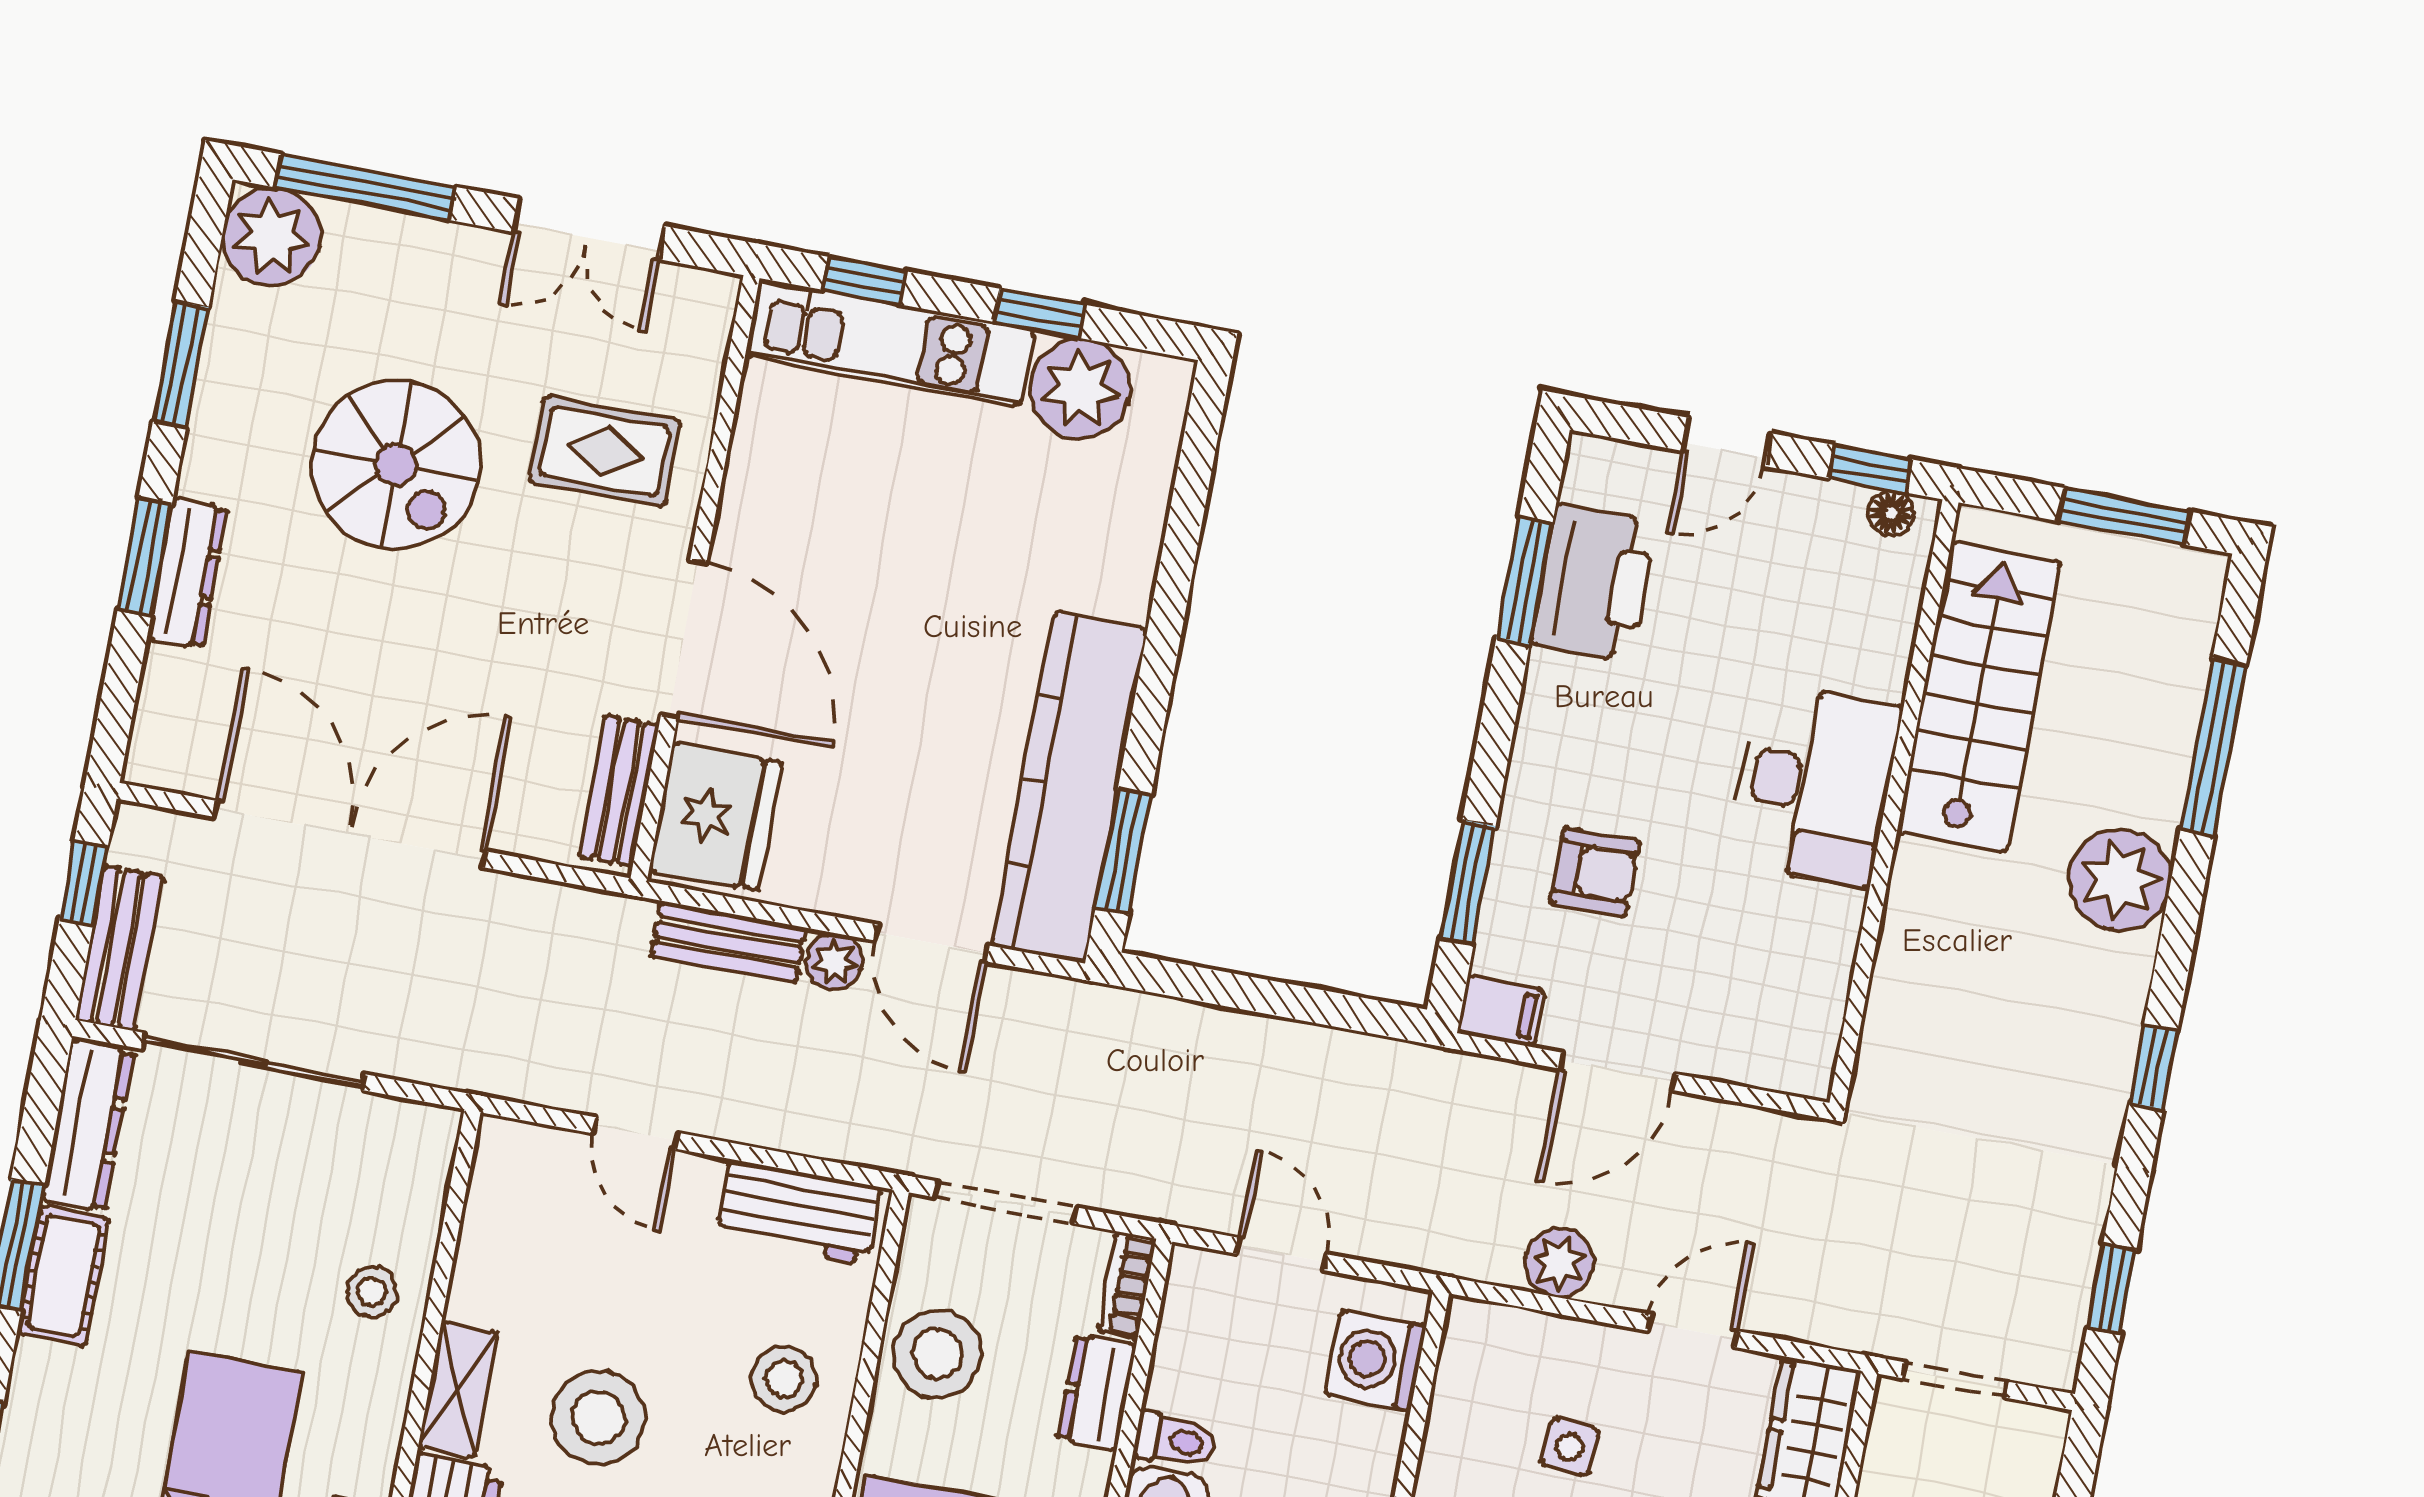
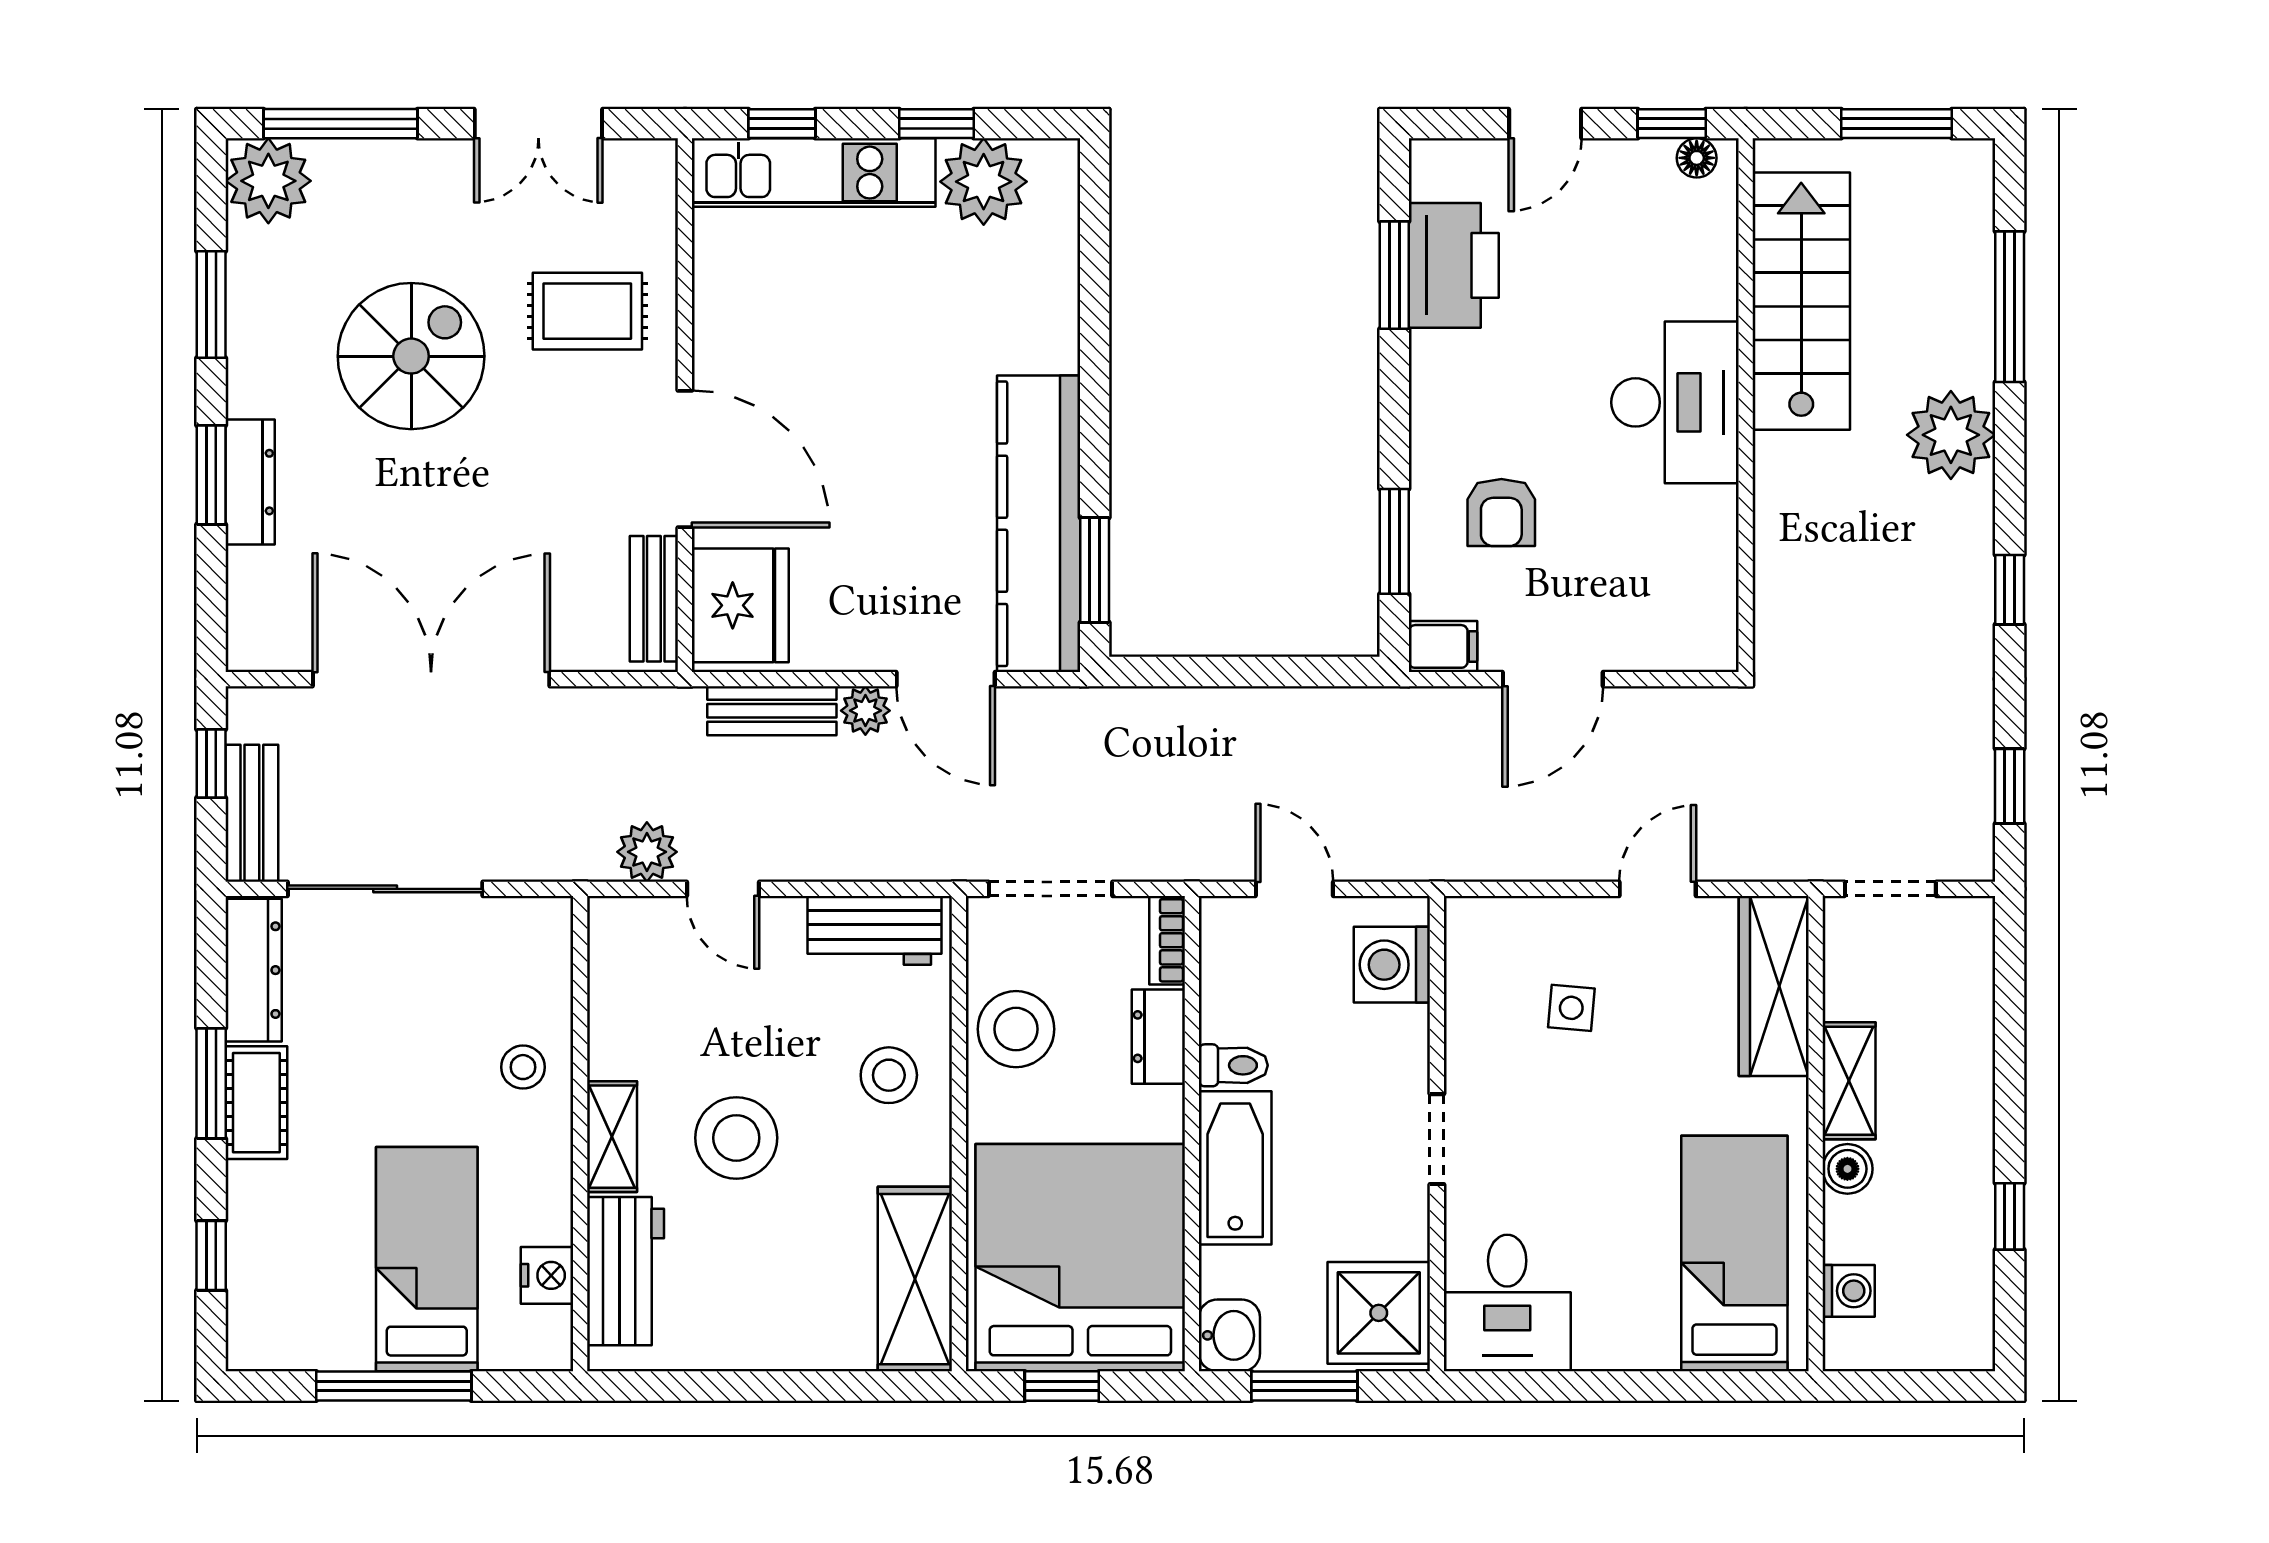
spiral stairs: (396, 465) -> (411, 356), turned -90
armchair: (1595, 872) -> (1501, 512), turned 90
plant: (1559, 1263) -> (647, 852), moved

